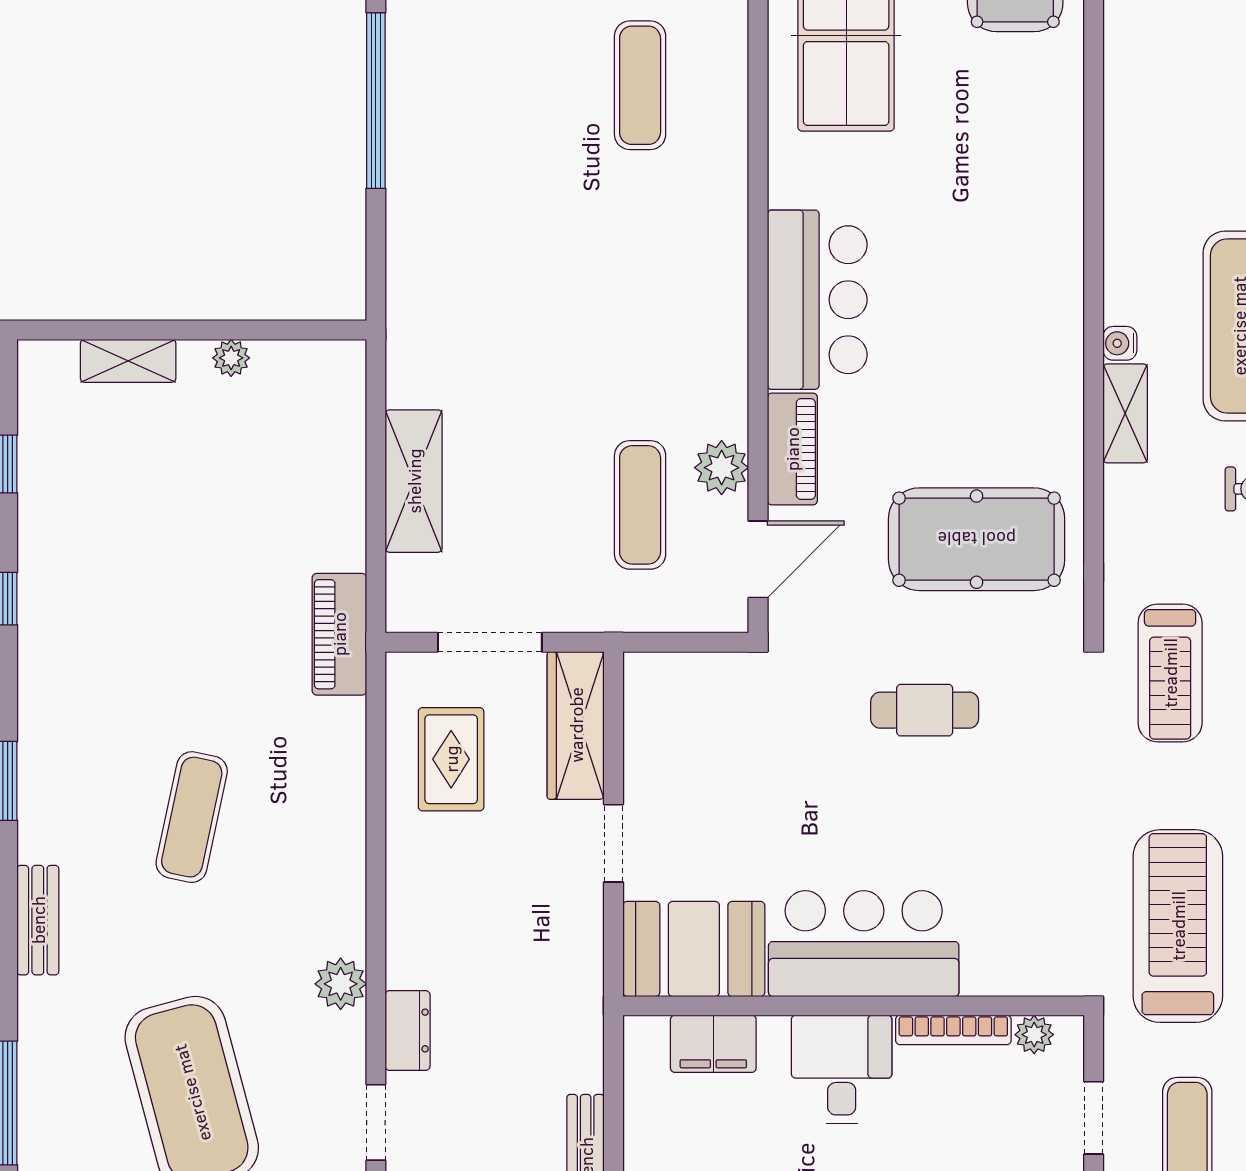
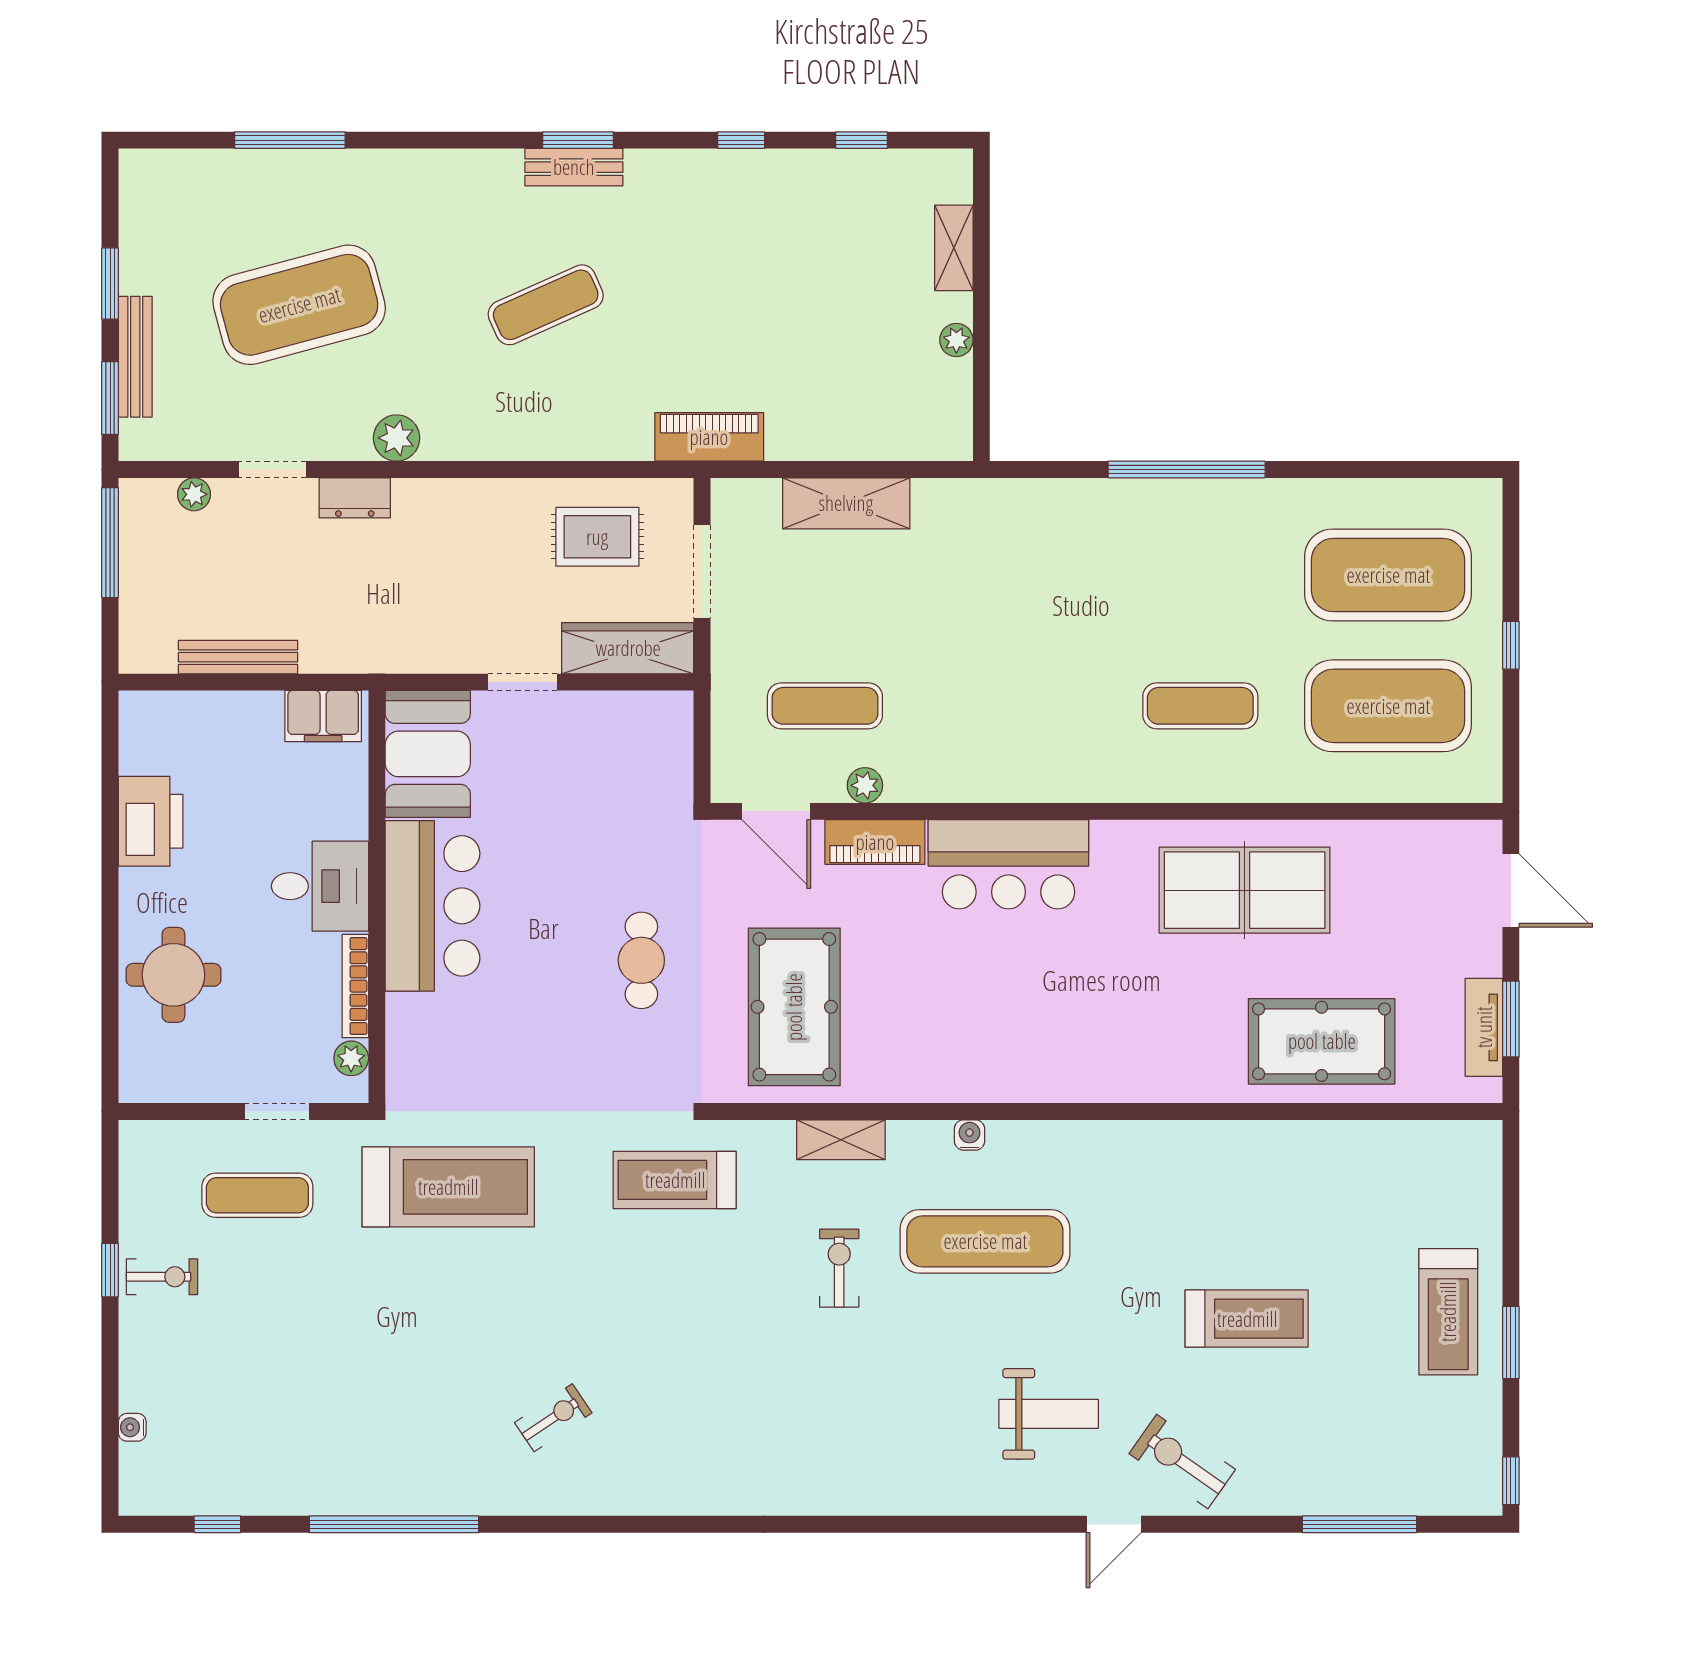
shelving: (1125, 413) -> (841, 1140), moved
plant: (722, 468) -> (865, 785), width x0.73, depth x0.73
exercise mat: (192, 817) -> (546, 305), turned -36
bench: (38, 920) -> (574, 167), moved
filing cabinet: (713, 1044) -> (323, 716), moved, turned -90

